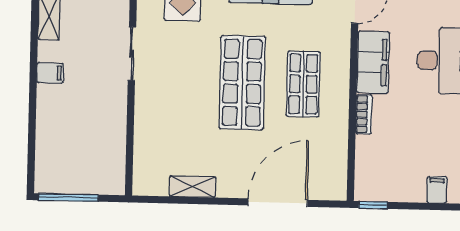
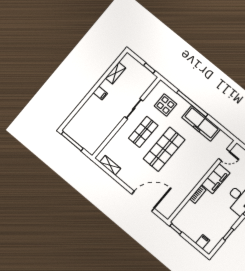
shop shelf: (303, 84) -> (143, 132), moved
shelving: (193, 187) -> (110, 165), moved

